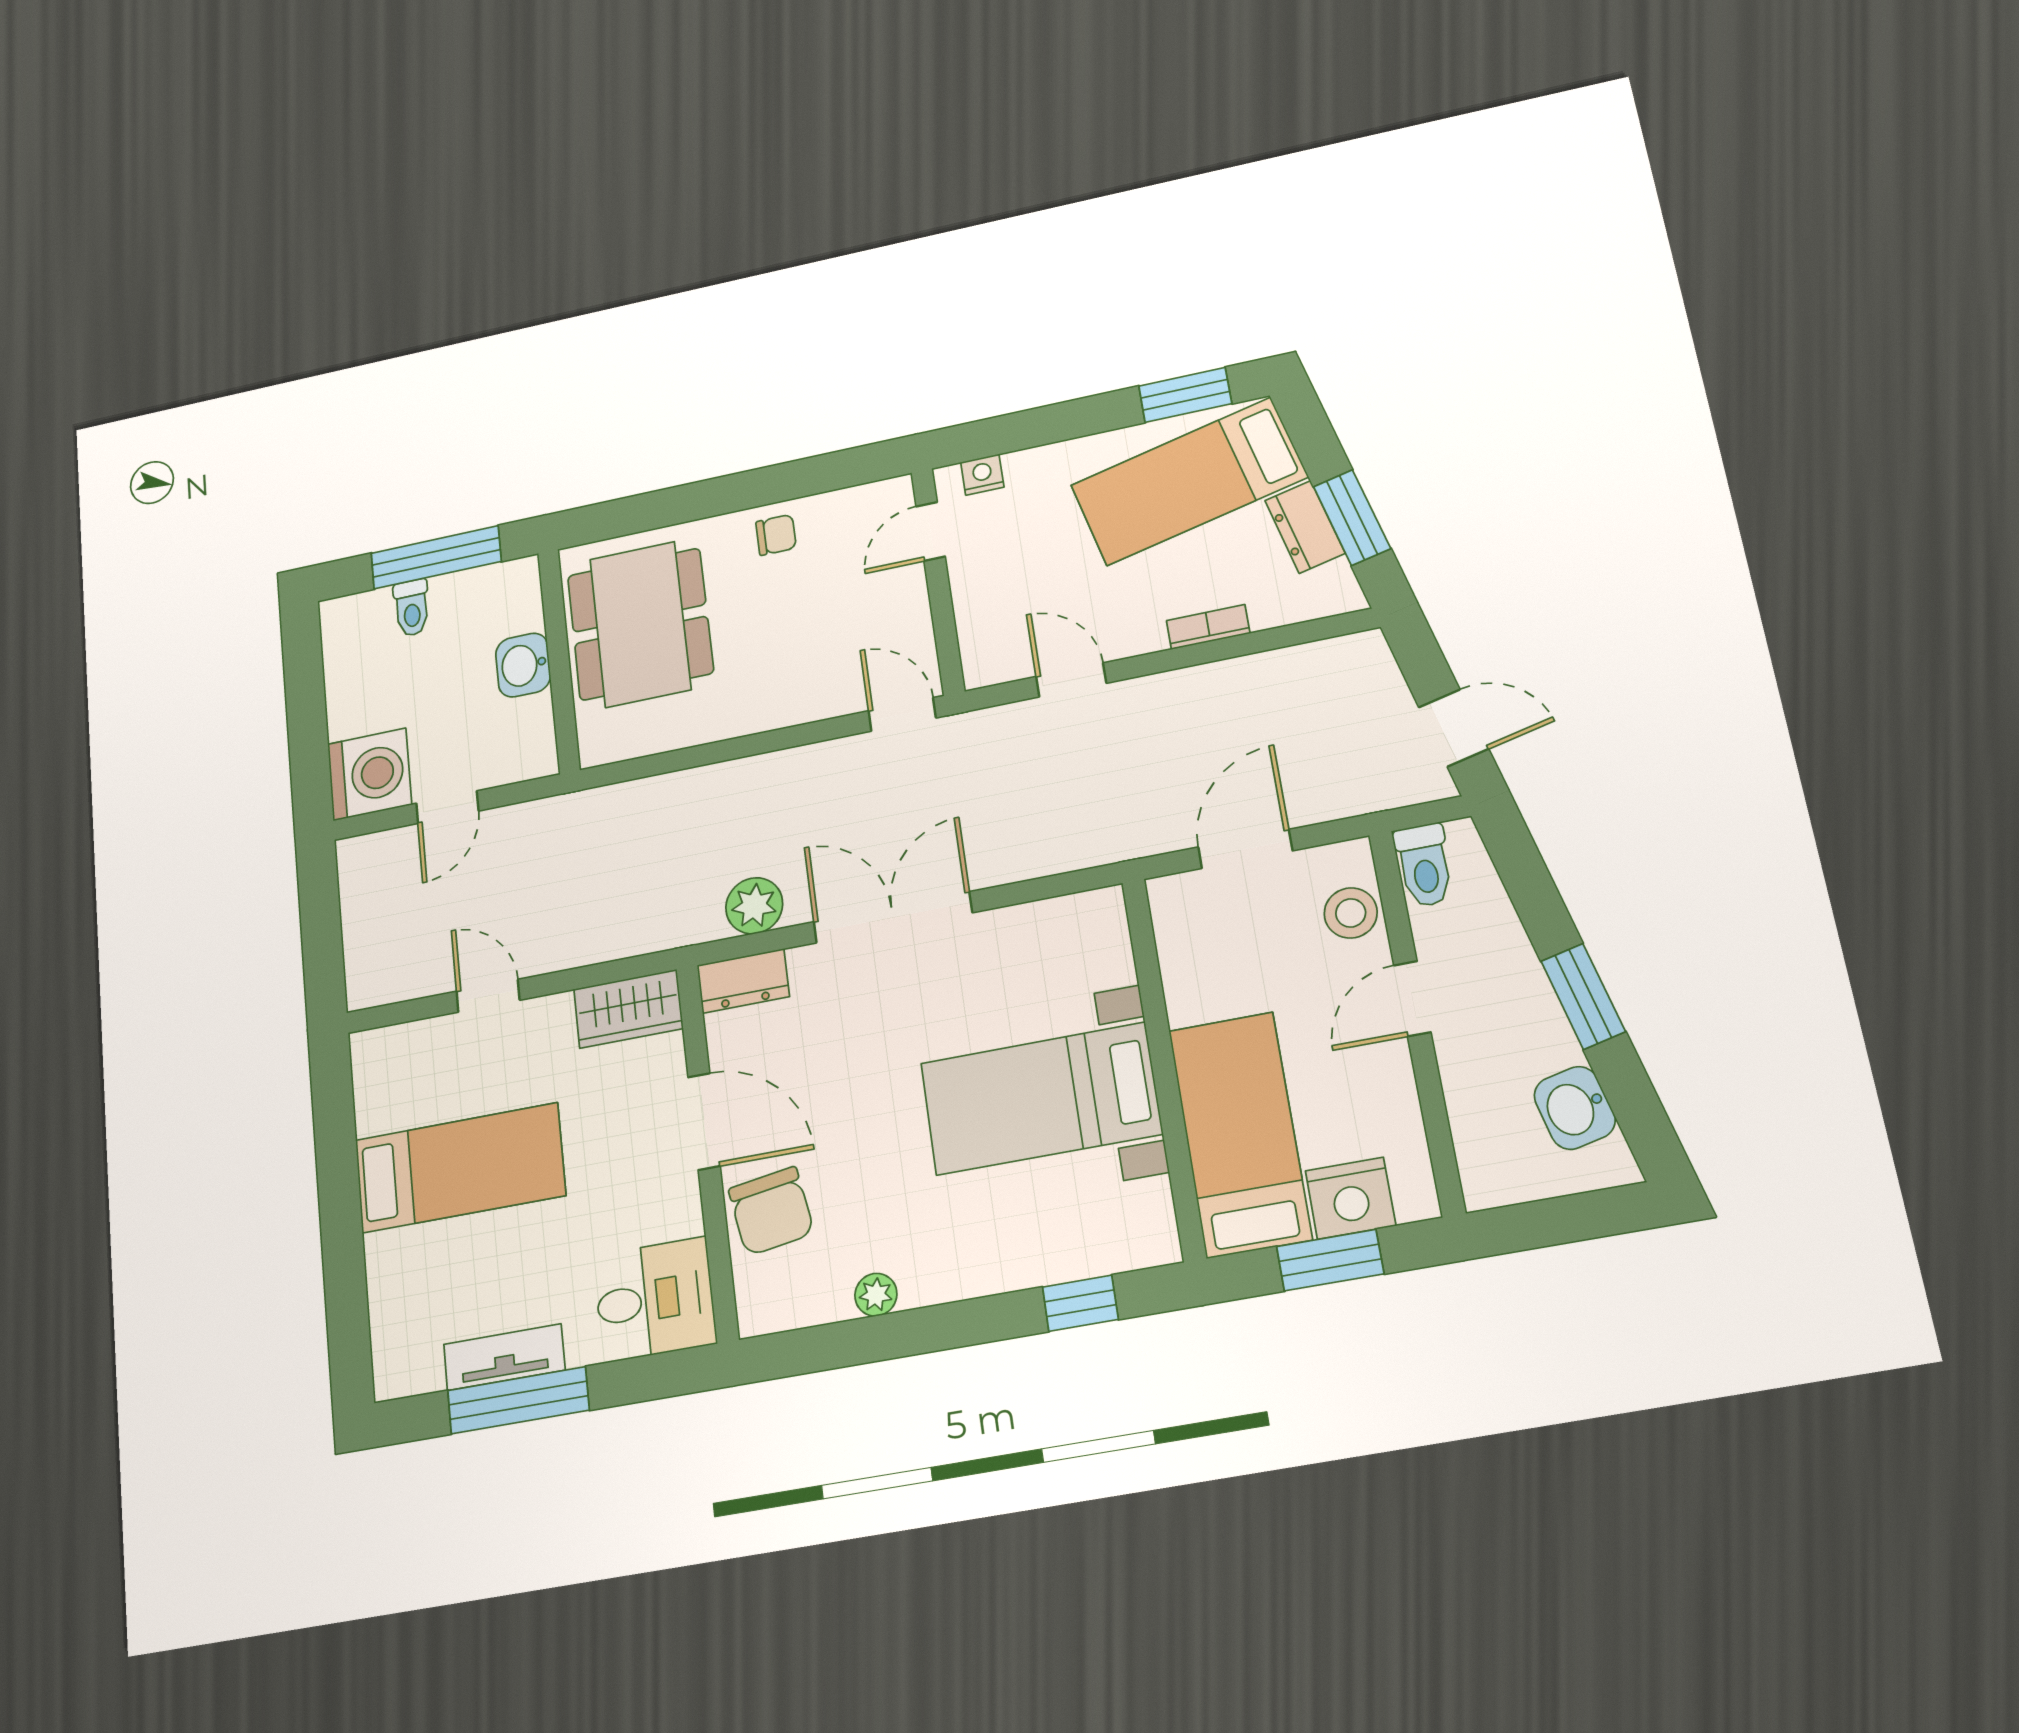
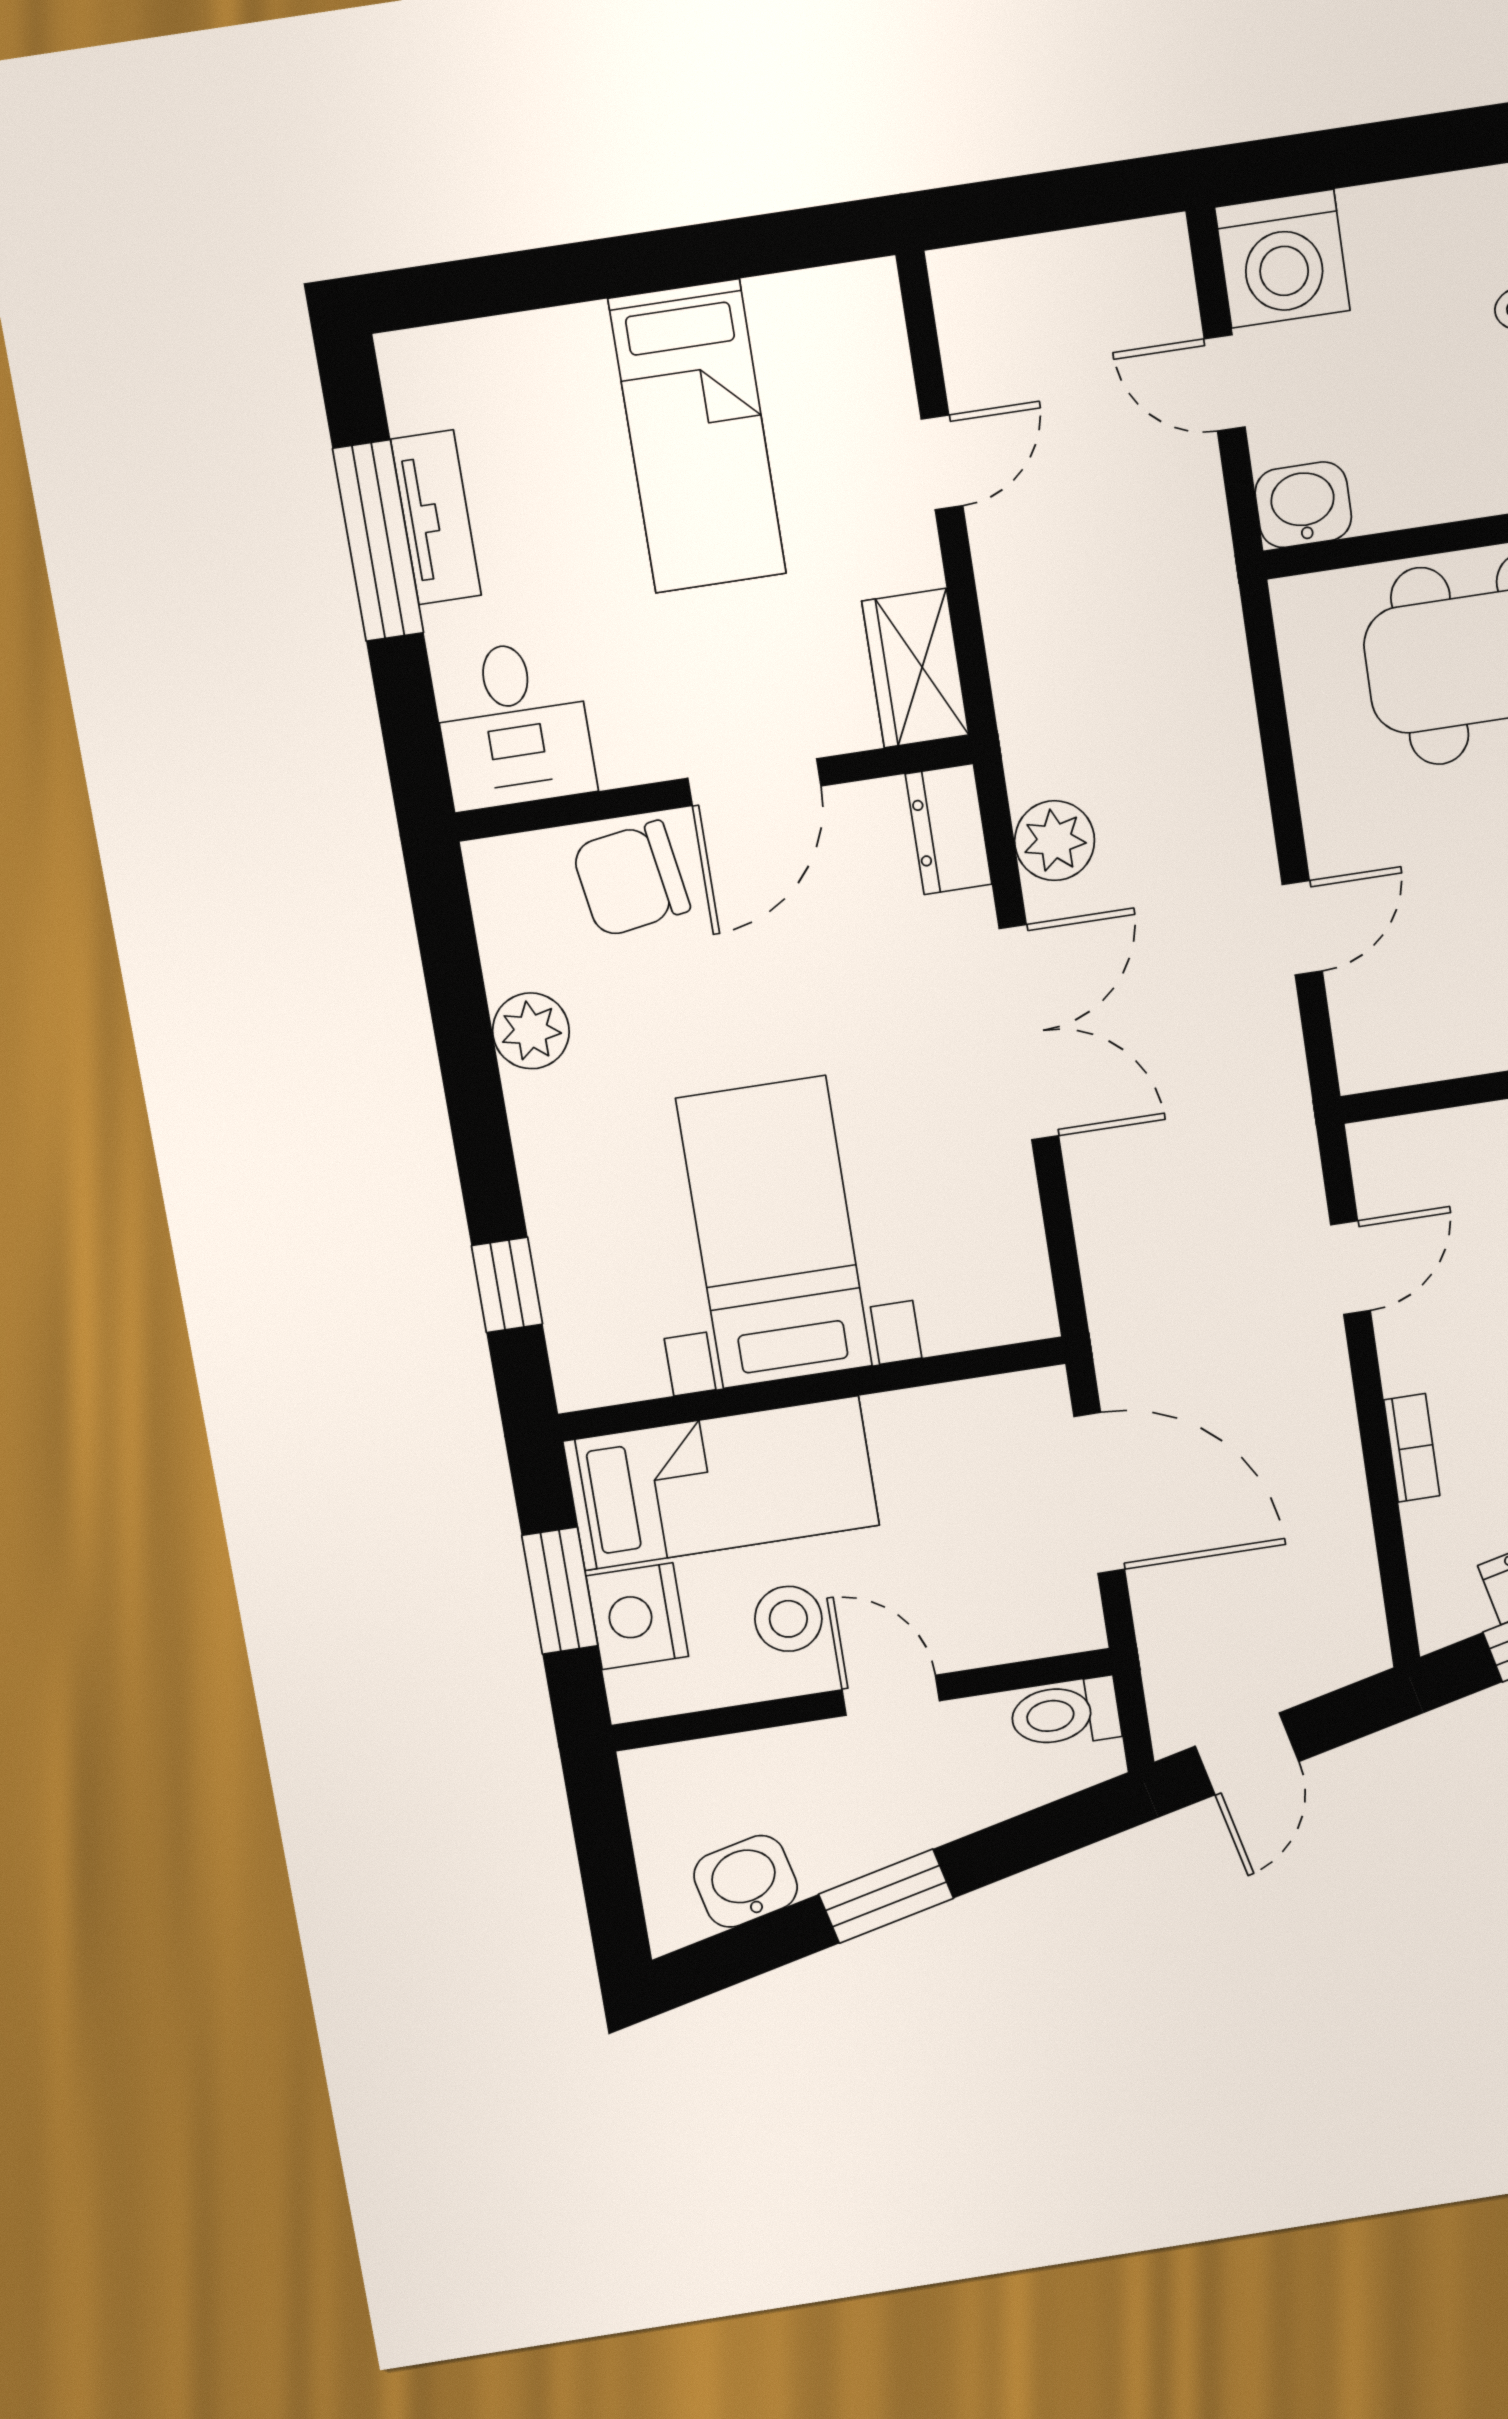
washbasin: (523, 665) -> (1303, 505), moved
door: (902, 714) -> (1302, 928), moved
door: (1245, 849) -> (1099, 1493), width x1.36
stool: (1351, 913) -> (788, 1619), moved
plant: (876, 1295) -> (531, 1031), width x1.38, depth x1.38

